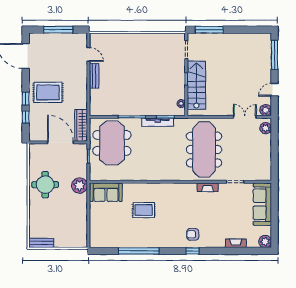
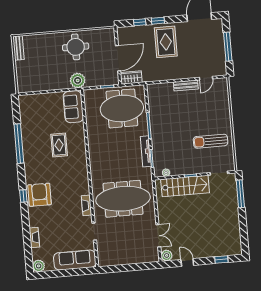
sun lounger: (153, 55) -> (211, 141), added
window: (275, 55) -> (221, 260), width x0.46
wardrobe: (81, 125) -> (131, 77), width x0.67
plant: (266, 128) -> (149, 257), removed
armchair: (193, 234) -> (39, 195), width x1.88, depth x1.88

